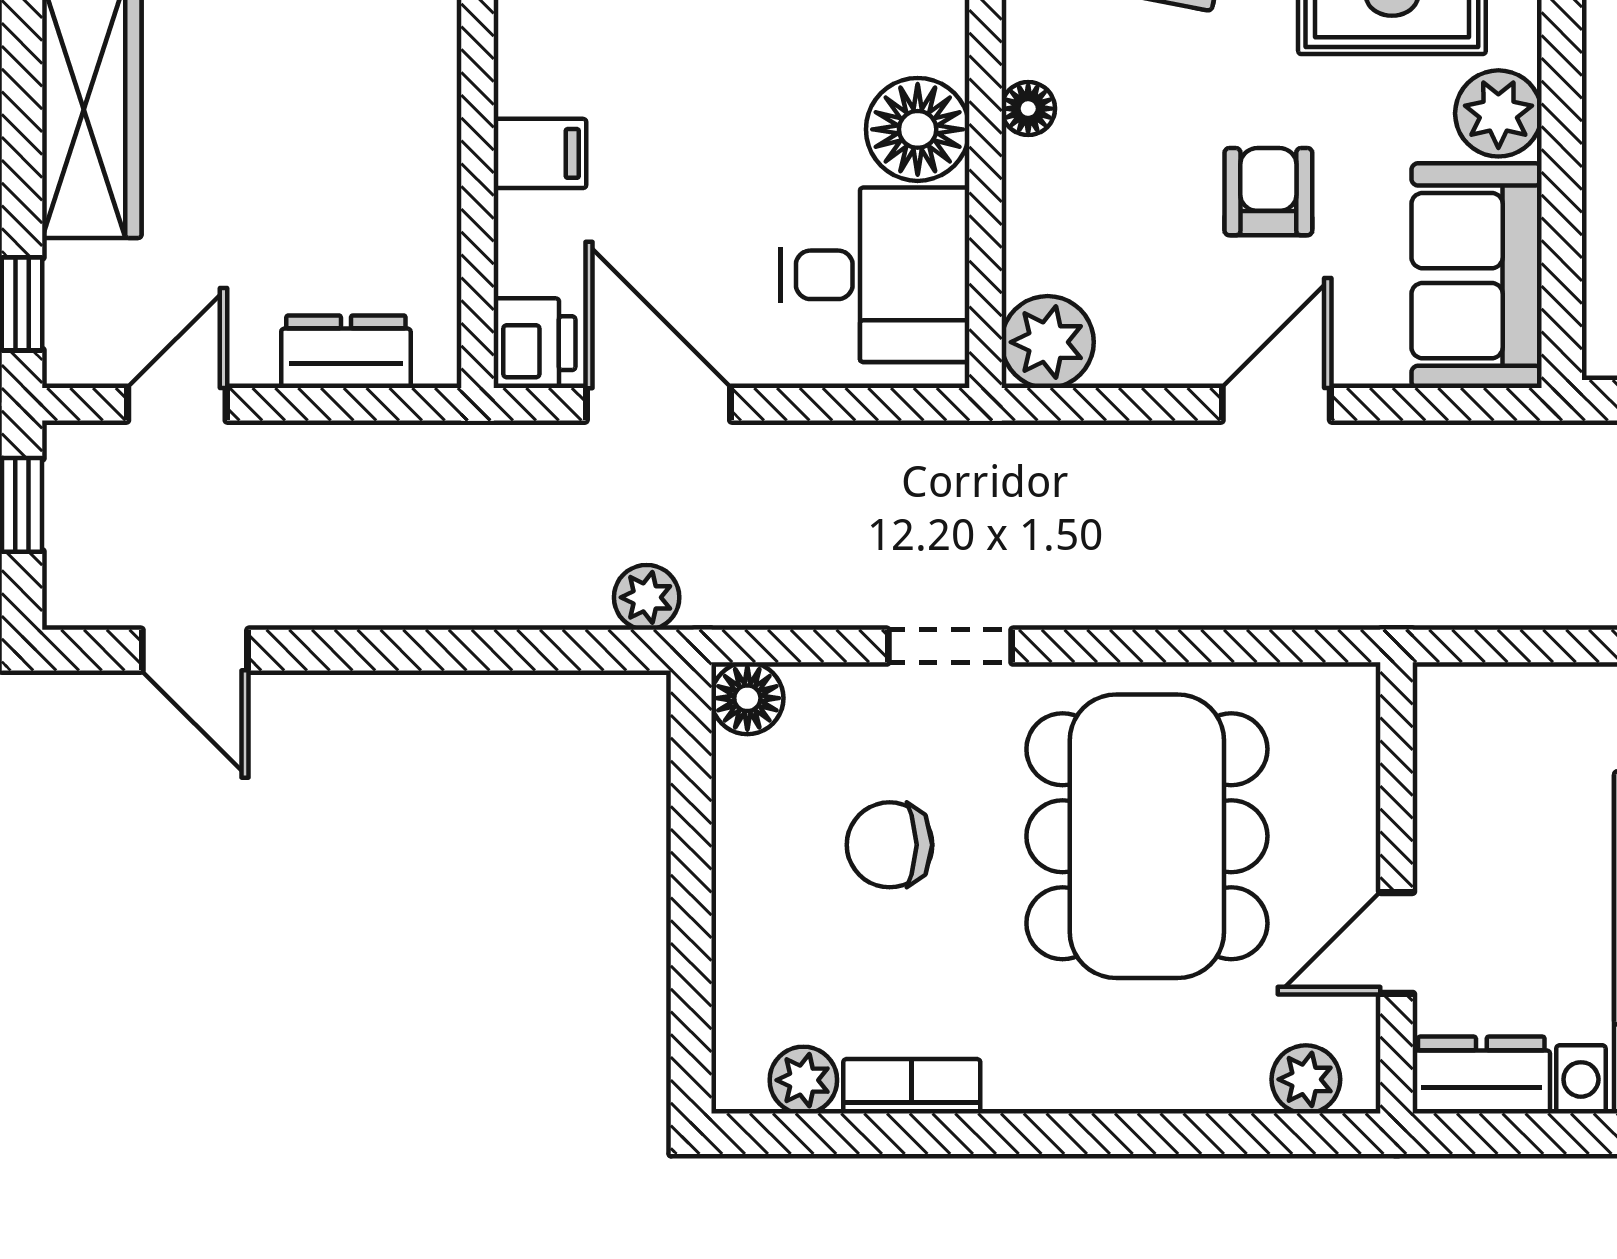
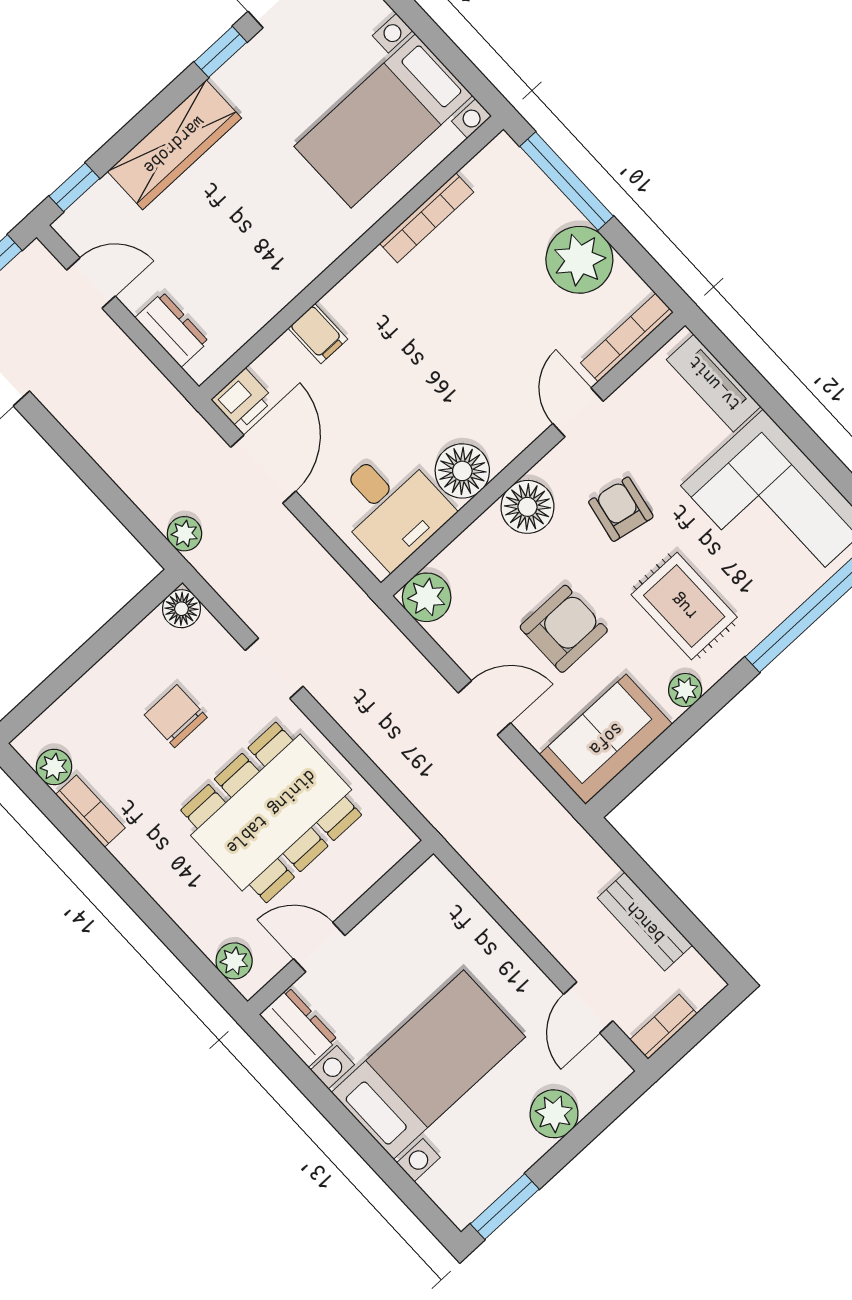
floor lamp: (1028, 109) -> (527, 507), width x1.89, depth x1.89
plant: (1498, 113) -> (685, 690), width x0.73, depth x0.73
armchair: (1268, 192) -> (564, 629), width x1.38, depth x1.38

